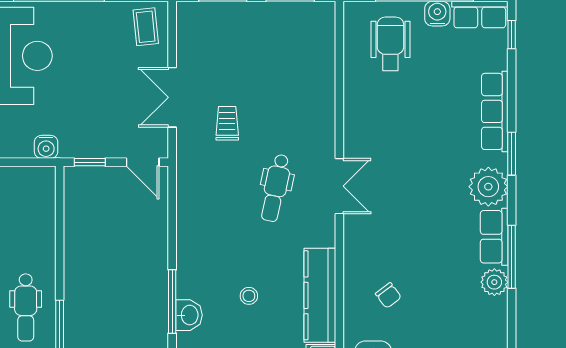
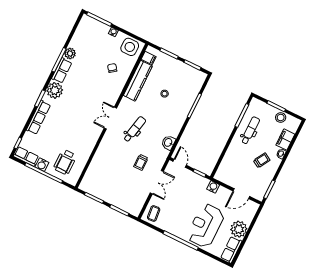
washbasin: (189, 315) -> (168, 143), moved

